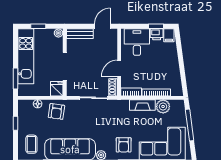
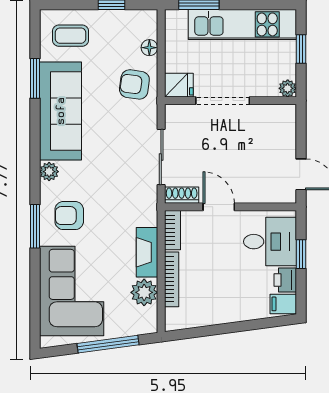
window: (156, 26) -> (301, 254), moved
bench: (80, 34) -> (286, 130), removed

